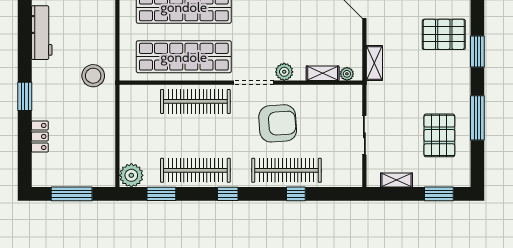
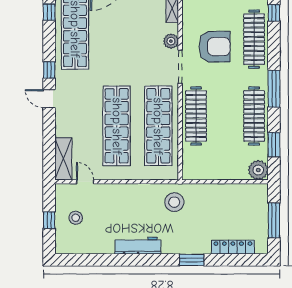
armchair: (278, 123) -> (214, 47), turned 94
locker: (40, 137) -> (233, 247), width x1.53
window: (228, 194) -> (274, 89), width x2.17
window: (296, 194) -> (274, 13), moved

